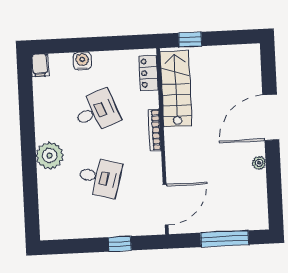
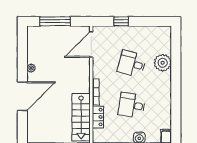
locker: (149, 73) -> (98, 117), moved
desk: (96, 112) -> (132, 105), turned 30
plant: (50, 156) -> (163, 63), moved

